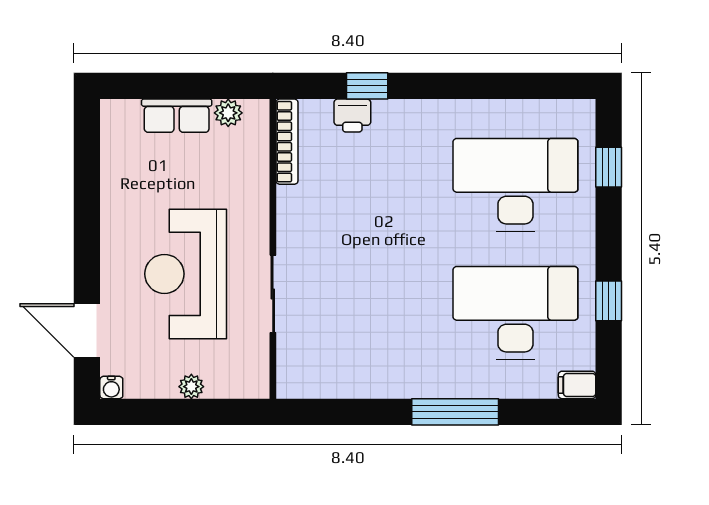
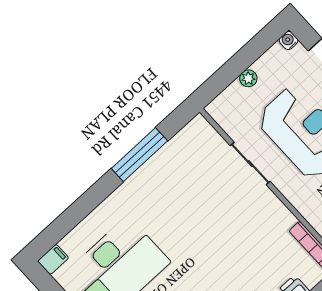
window: (455, 412) -> (139, 155), moved

